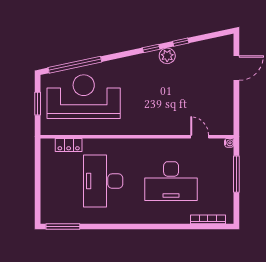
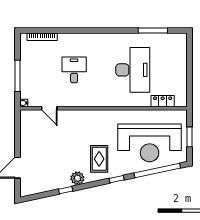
window: (151, 48) -> (117, 179), moved
rug: (142, 78) -> (99, 159), added
desk: (171, 181) -> (74, 70), width x0.53, depth x0.77
window: (63, 226) -> (153, 31), moved

